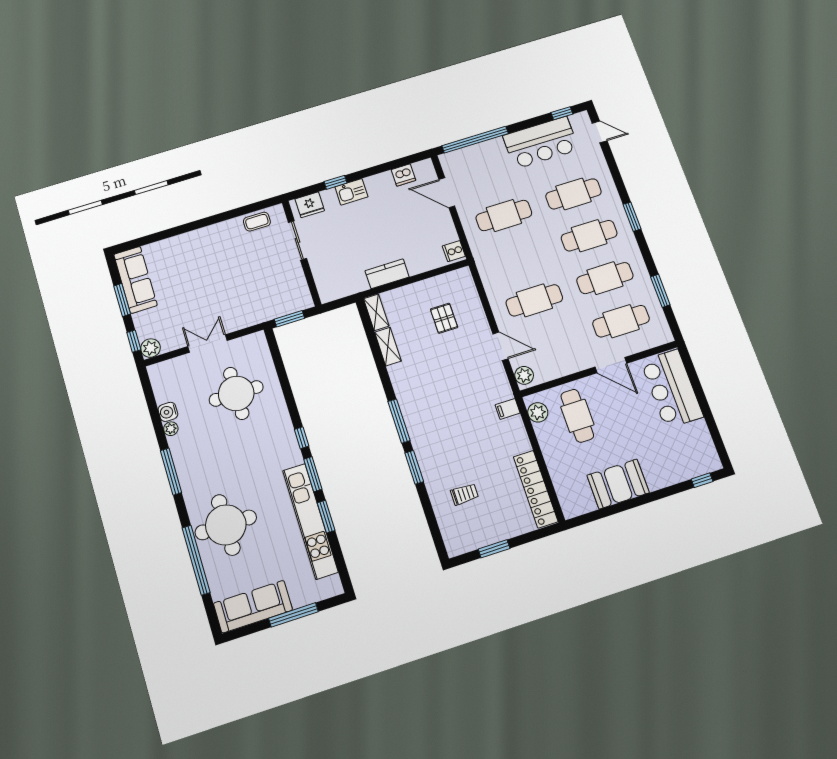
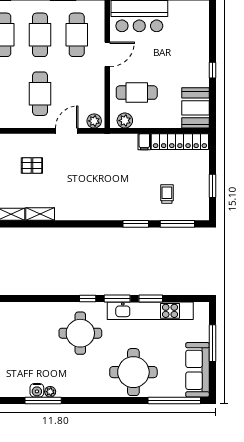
round table: (236, 393) -> (80, 333), moved
filing cabinet: (508, 409) -> (144, 142), moved
window: (399, 421) -> (177, 224), moved
window: (171, 472) -> (43, 400), moved
window: (702, 480) -> (213, 70), moved
booth: (618, 484) -> (196, 108), moved
window: (196, 560) -> (174, 400), moved

